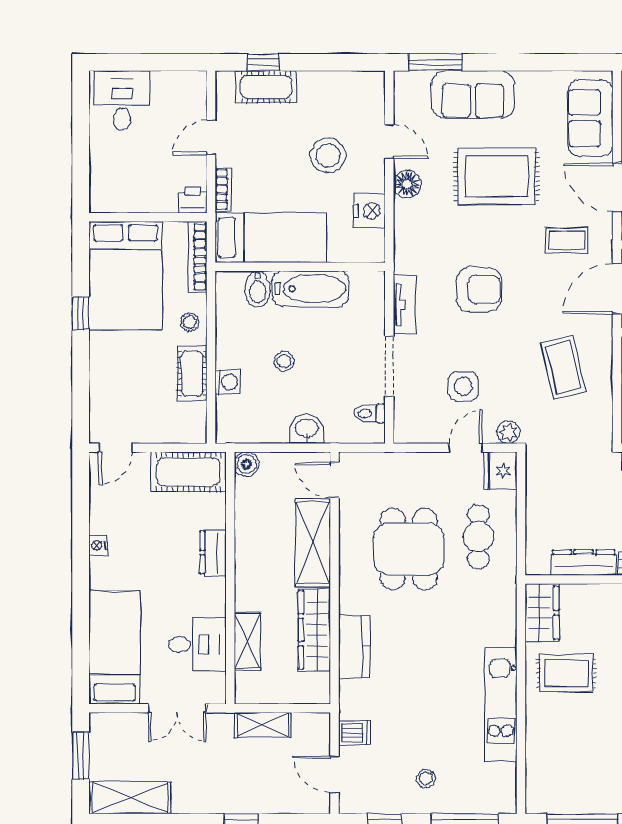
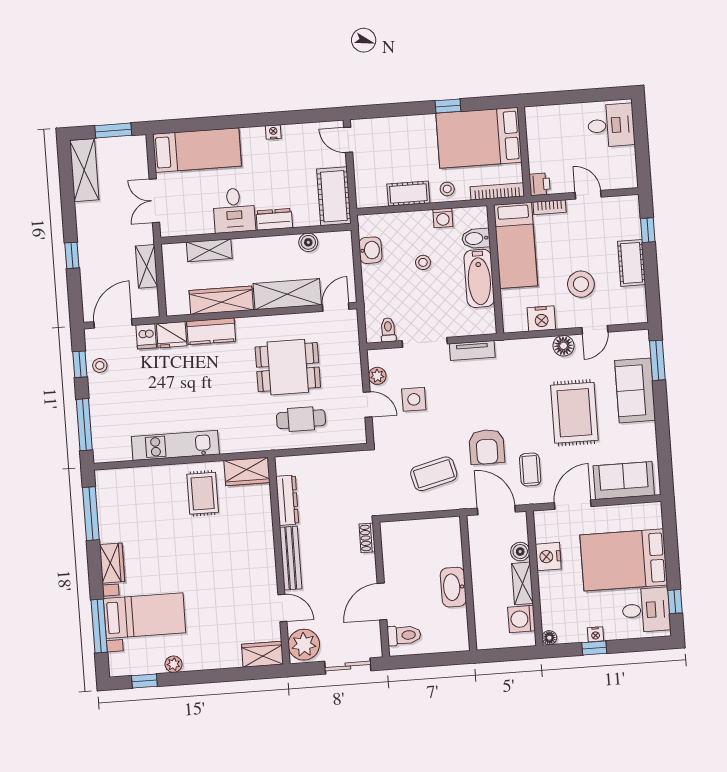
cot: (266, 87) -> (632, 263), moved
armchair: (479, 289) -> (487, 447), moved
washing machine: (227, 382) -> (443, 218), moved
washbasin: (307, 429) -> (370, 250), moved
plant: (508, 432) -> (377, 376), moved
boiler: (247, 464) -> (308, 242), moved
fridge: (501, 471) -> (172, 335), moved, turned 180
desk: (197, 644) -> (234, 210), moved
door: (334, 775) -> (113, 323), width x1.38
stool: (426, 778) -> (100, 365), moved

